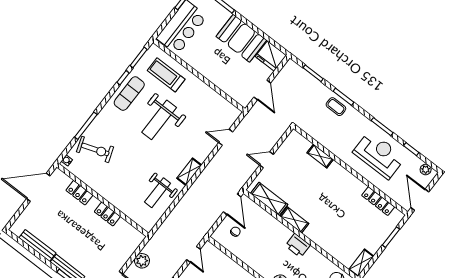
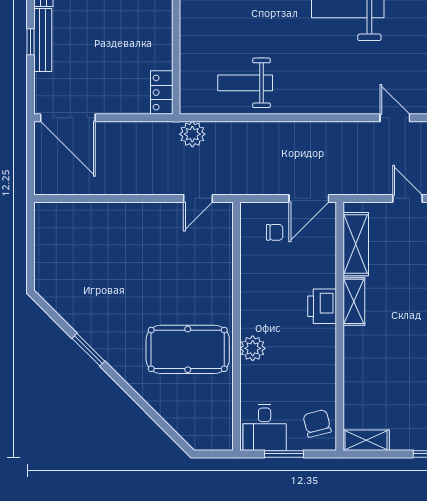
shelving: (189, 172) -> (308, 104), removed
locker: (107, 214) -> (162, 93), moved
printer: (298, 245) -> (322, 306), moved
plant: (142, 261) -> (192, 134), moved

